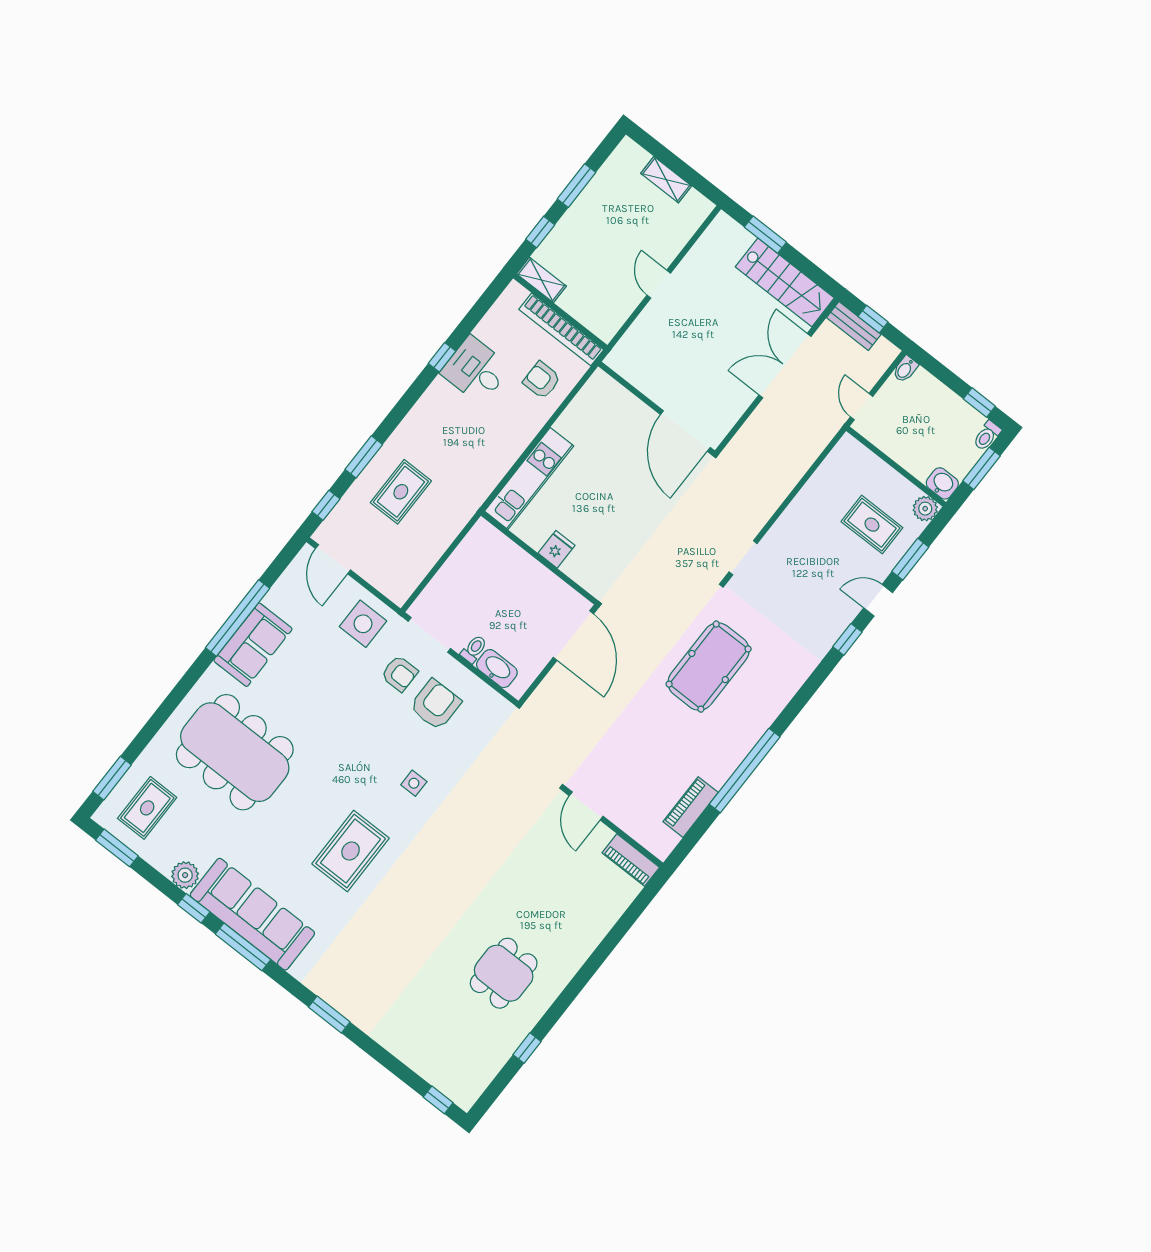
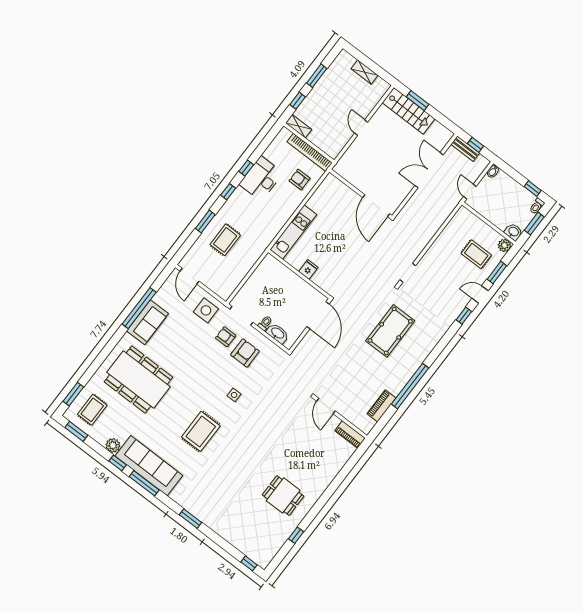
stairs: (785, 282) -> (409, 111), moved
desk: (476, 370) -> (261, 179), width x1.37
window: (326, 505) -> (228, 192), moved
armchair: (399, 674) -> (226, 337), turned 180
dining table: (504, 973) -> (283, 495), turned 90

